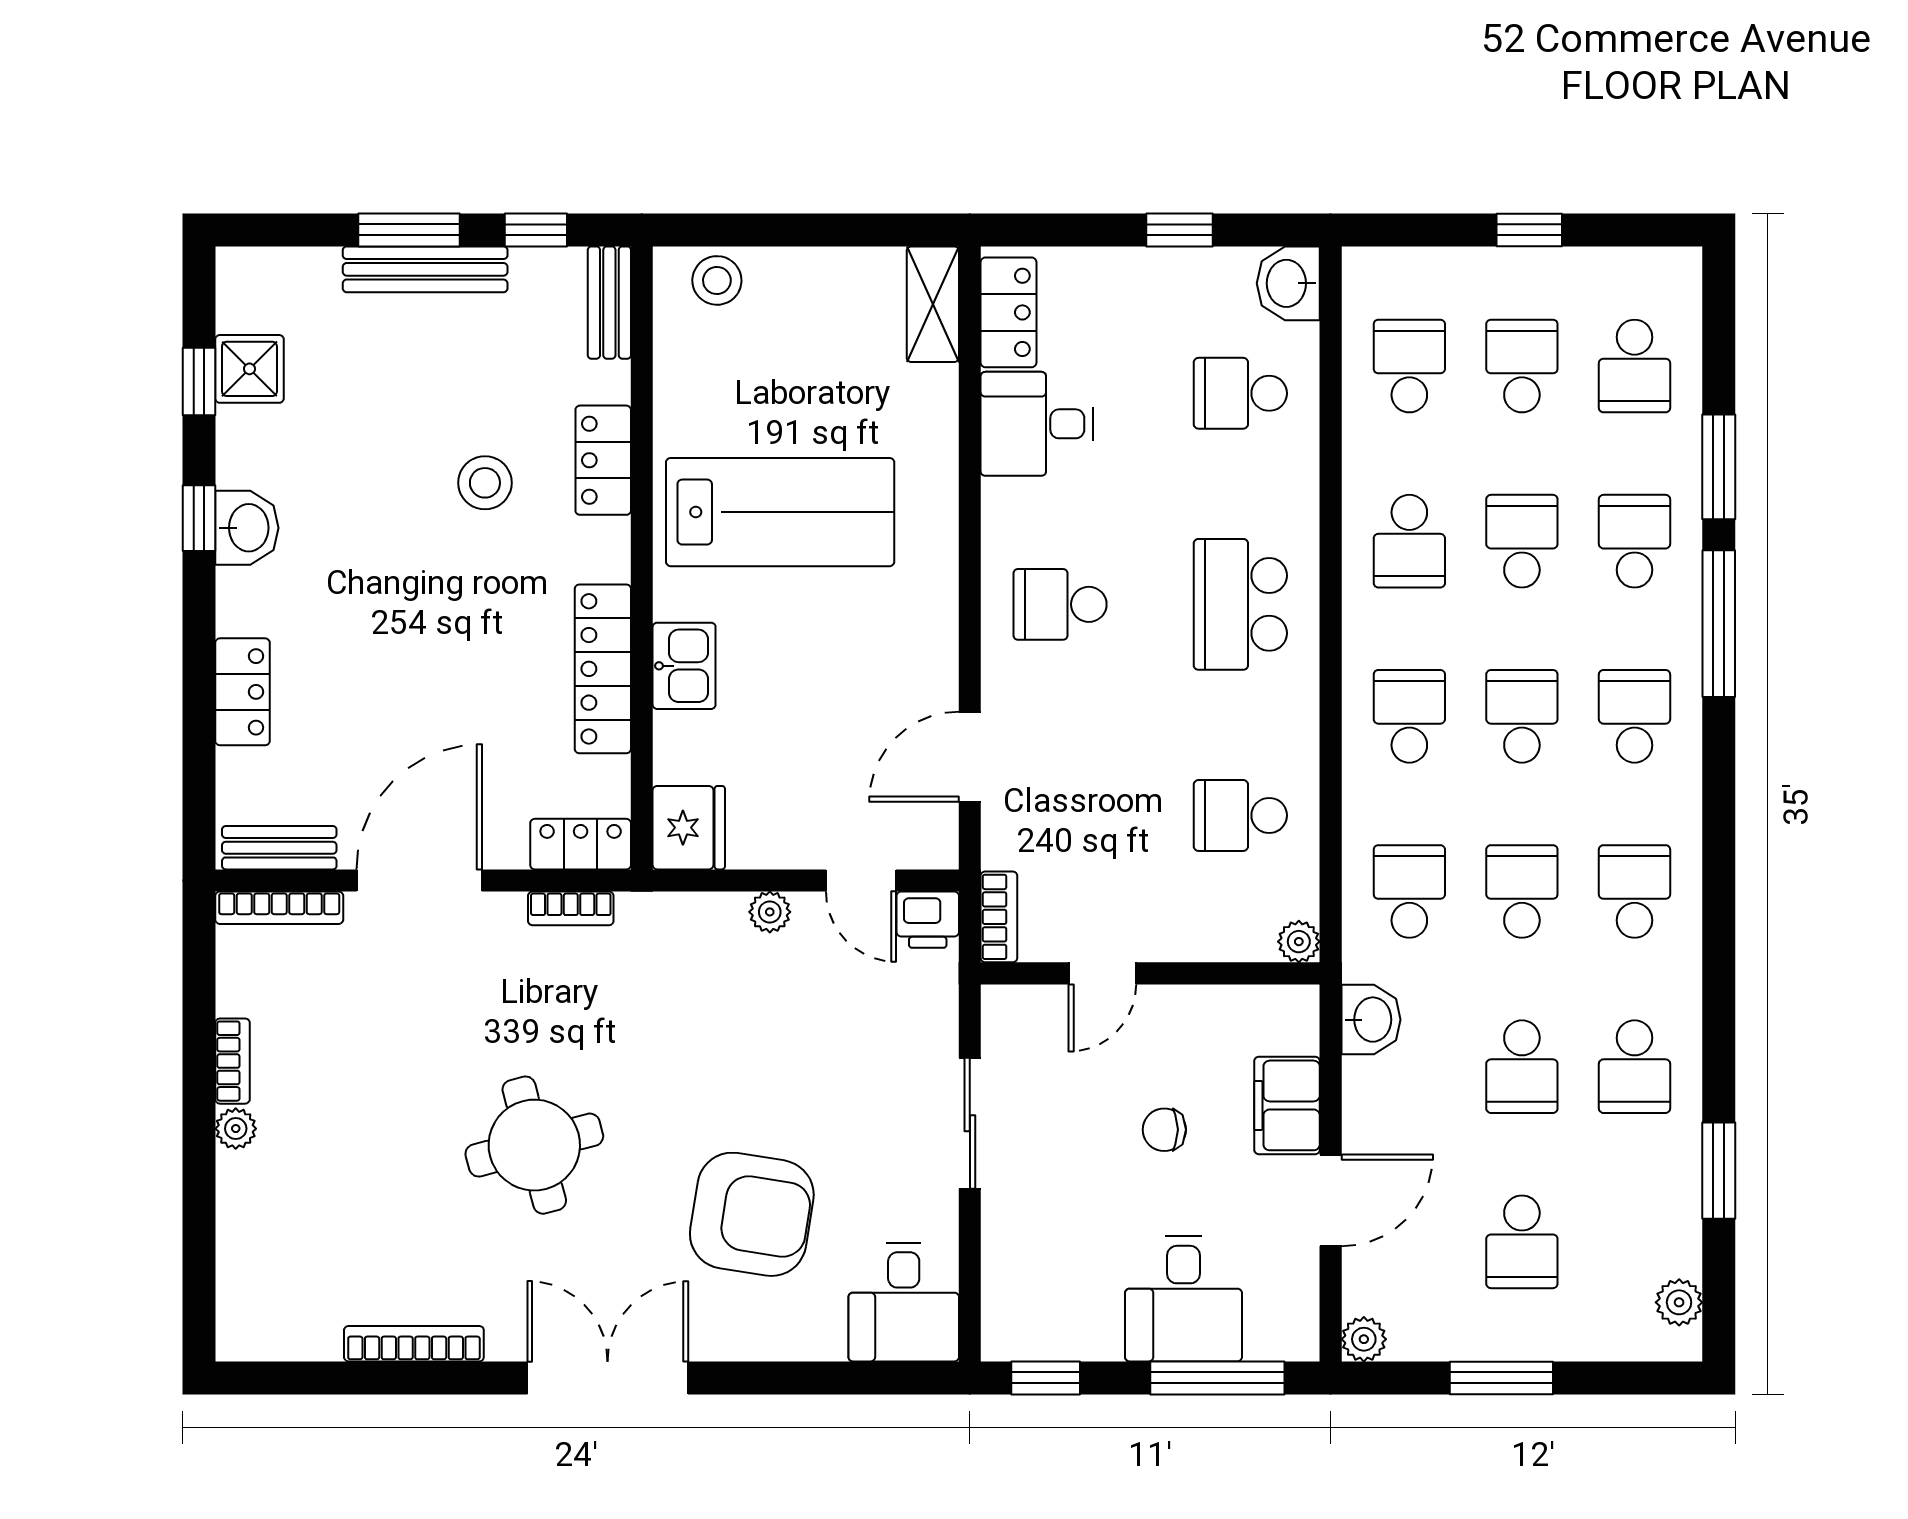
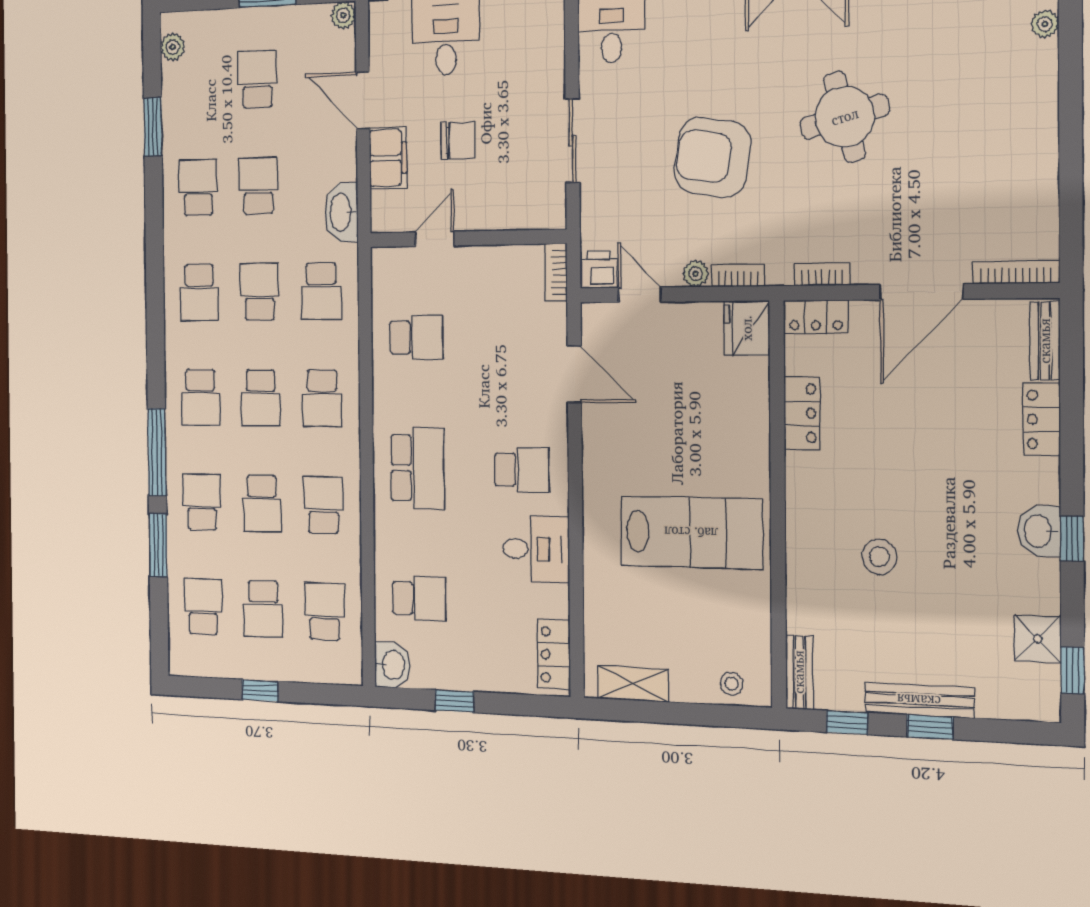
window: (409, 230) -> (930, 727), width x0.67
stool: (717, 280) -> (732, 684), width x0.73, depth x0.73
shelving: (933, 304) -> (633, 684), moved, turned 90
school desk: (1409, 366) -> (325, 611), turned 180
window: (199, 382) -> (1073, 670), moved
desk: (1037, 424) -> (536, 549), moved
locker: (603, 460) -> (803, 569), removed
lab bench: (780, 512) -> (691, 532), turned 180
school desk: (1635, 541) -> (202, 502), turned 180
kitchen sink: (684, 666) -> (750, 434), removed
locker: (603, 669) -> (802, 413), width x0.66
door: (970, 757) -> (574, 374), hinge flipped
bench: (279, 848) -> (1045, 341), moved, turned 90
school desk: (1522, 891) -> (260, 292), turned 180
plant: (1299, 942) -> (382, 260), removed
door: (1102, 973) -> (435, 239), moved
washbasin: (1371, 1020) -> (341, 212), width x1.38
bookcase: (232, 1061) -> (738, 275), moved, turned 90
plant: (236, 1129) -> (1045, 24), moved
chair: (1164, 1130) -> (458, 140), width x1.37, depth x1.37
door: (1331, 1200) -> (363, 100), hinge flipped
armchair: (752, 1214) -> (712, 157), moved

